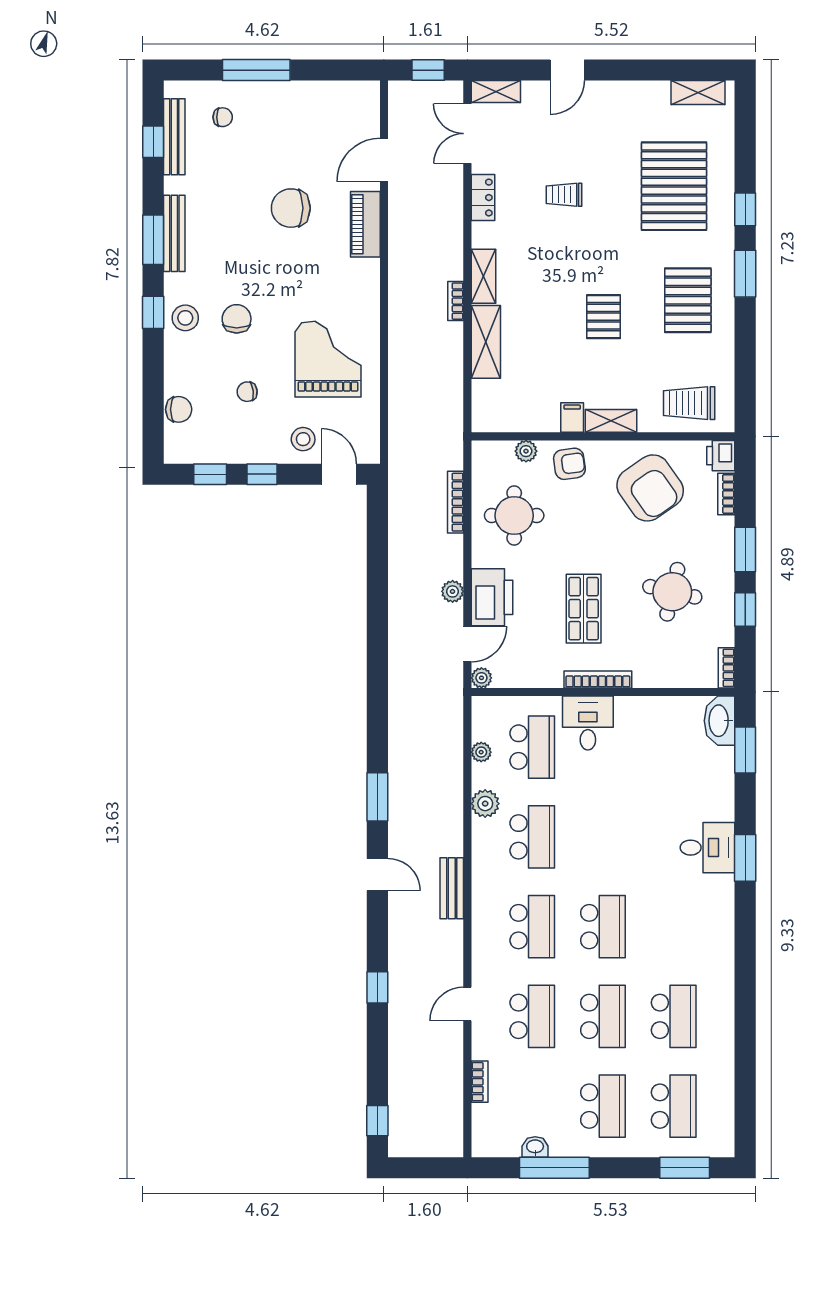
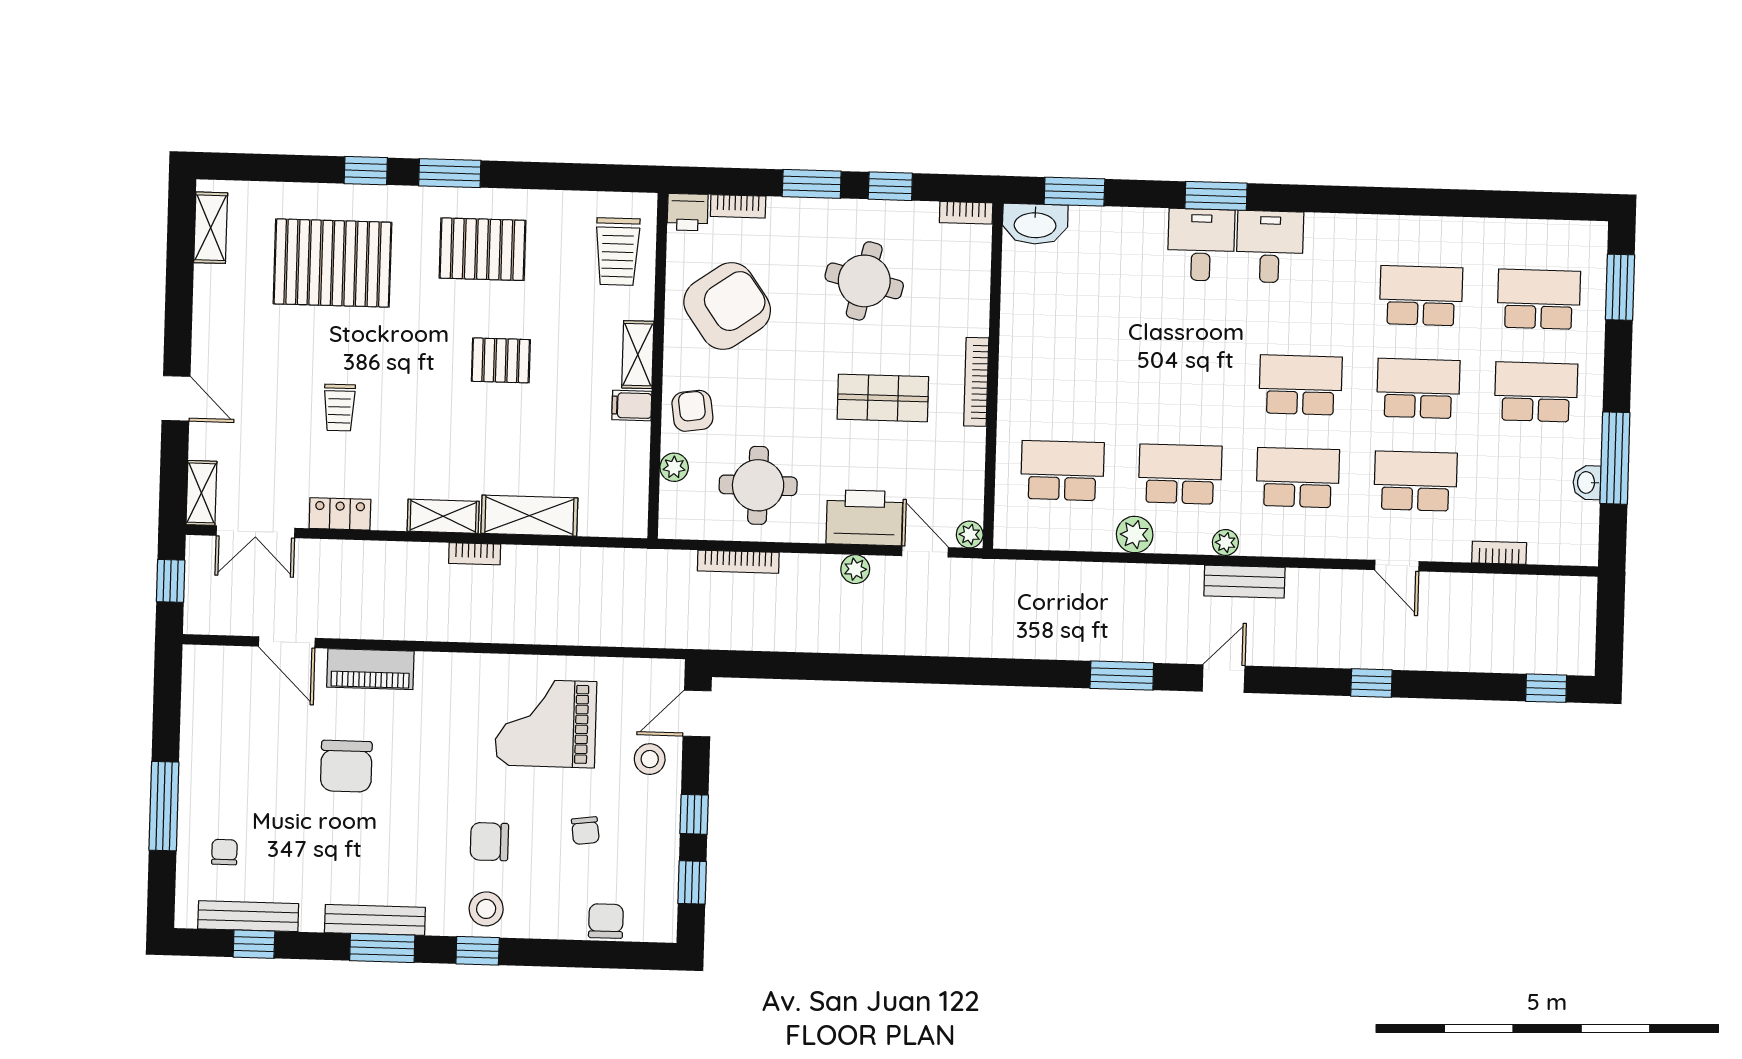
desk: (588, 723) -> (1270, 247), moved, turned 90
plant: (481, 752) -> (1225, 542), moved

